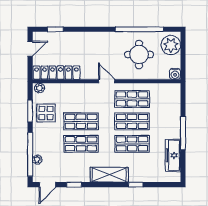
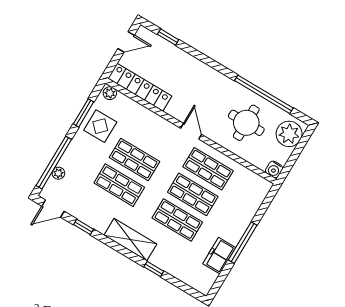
freezer: (173, 155) -> (219, 256), width x0.71

